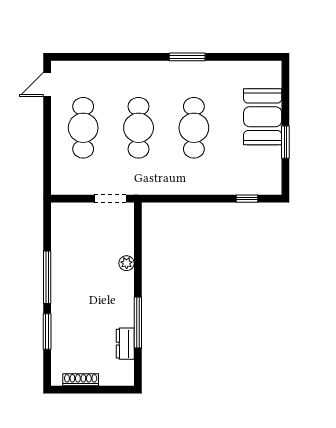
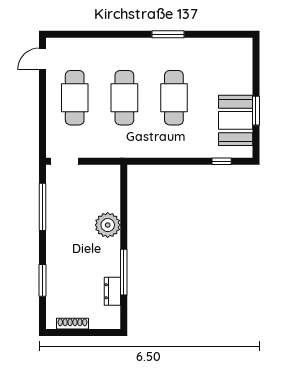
booth: (263, 117) -> (236, 120), moved
doorway: (110, 199) -> (64, 161), moved
plant: (127, 263) -> (108, 225), width x1.87, depth x1.87
window: (47, 277) -> (42, 207), moved

